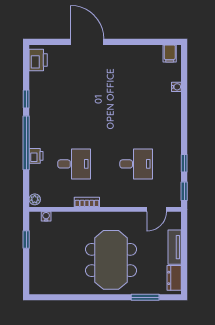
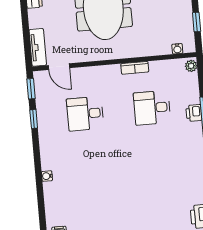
water cooler: (176, 87) -> (47, 176), moved
door: (157, 209) -> (59, 67), swing flipped
tv unit: (175, 247) -> (38, 47), moved

